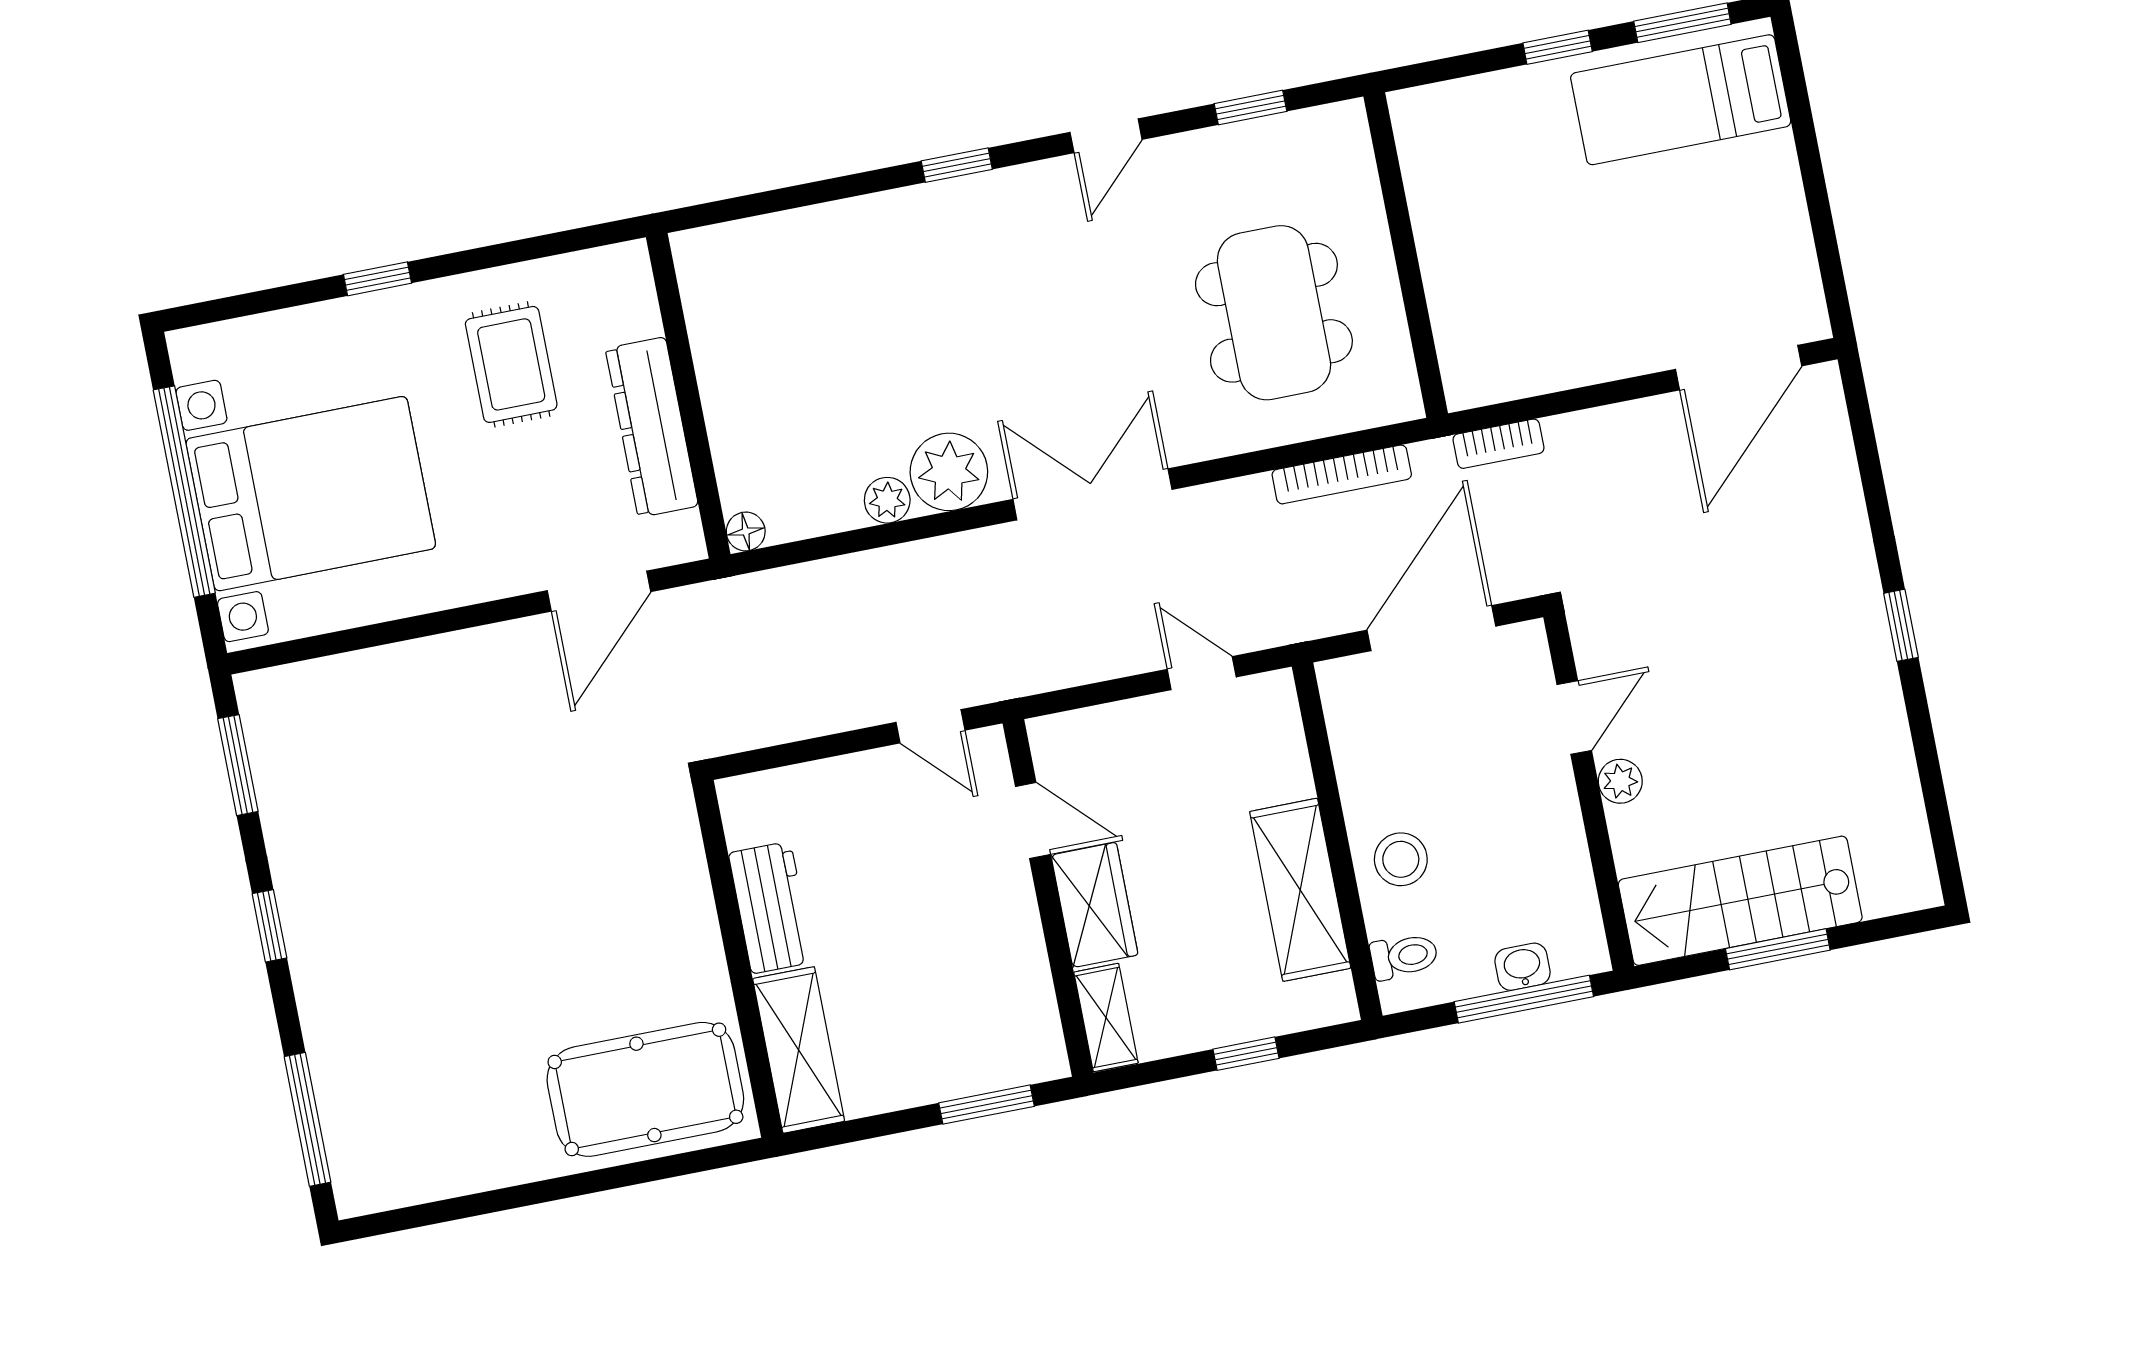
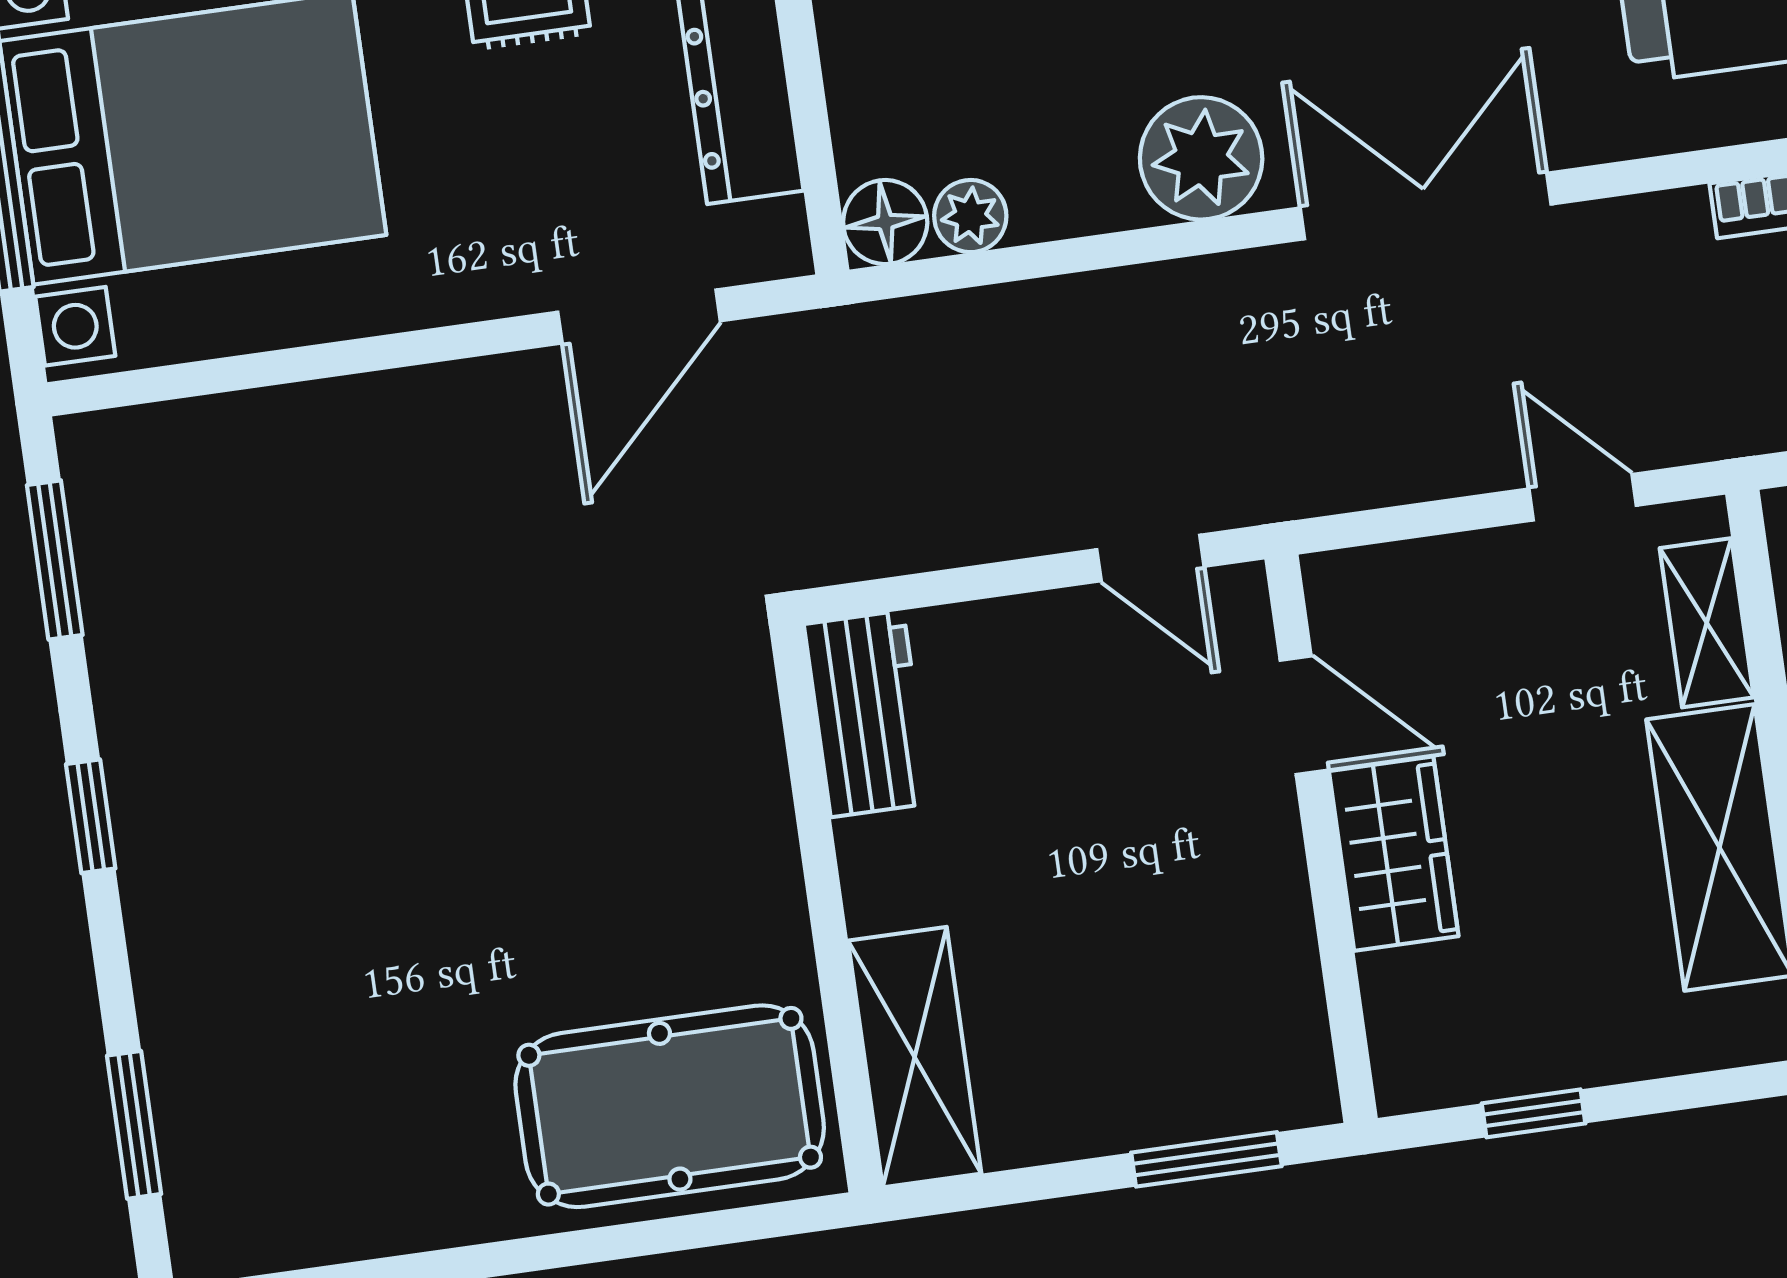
plant: (887, 500) -> (970, 216), moved
floor lamp: (746, 531) -> (885, 222), width x1.37, depth x1.37
workbench: (771, 908) -> (867, 714), moved
shelving: (1106, 1018) -> (1707, 623), moved
window: (1246, 1054) -> (1534, 1113), moved
window: (307, 1119) -> (134, 1125), width x0.69

